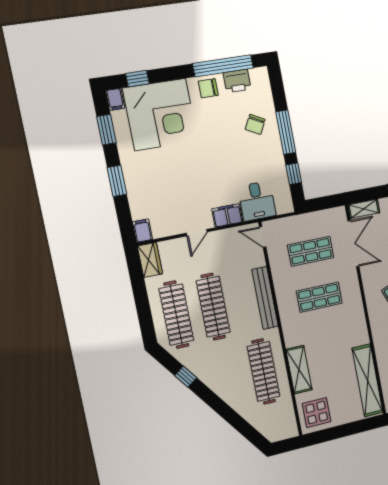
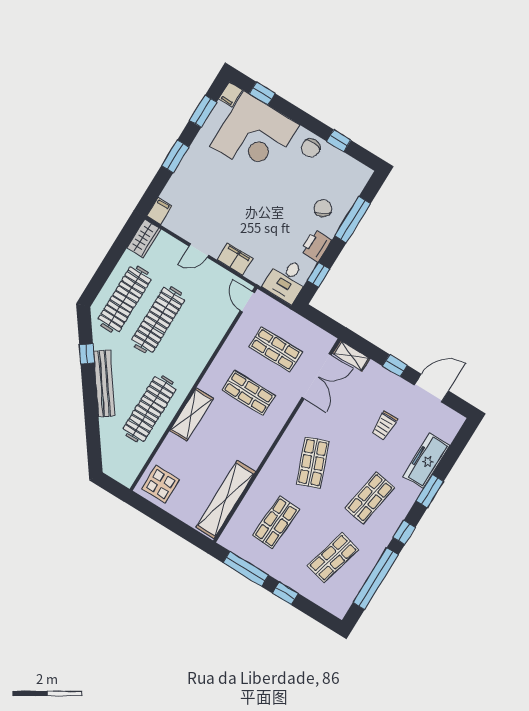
window: (223, 66) -> (339, 141), width x0.32
printer: (237, 81) -> (316, 245), moved, turned 90
chair: (208, 88) -> (311, 148), turned -90
chair: (255, 124) -> (323, 208), turned 120
window: (286, 132) -> (353, 220), moved
desk: (257, 201) -> (286, 280), moved
bench: (265, 298) -> (104, 383), moved, turned -36
shelving: (299, 370) -> (191, 414), moved

